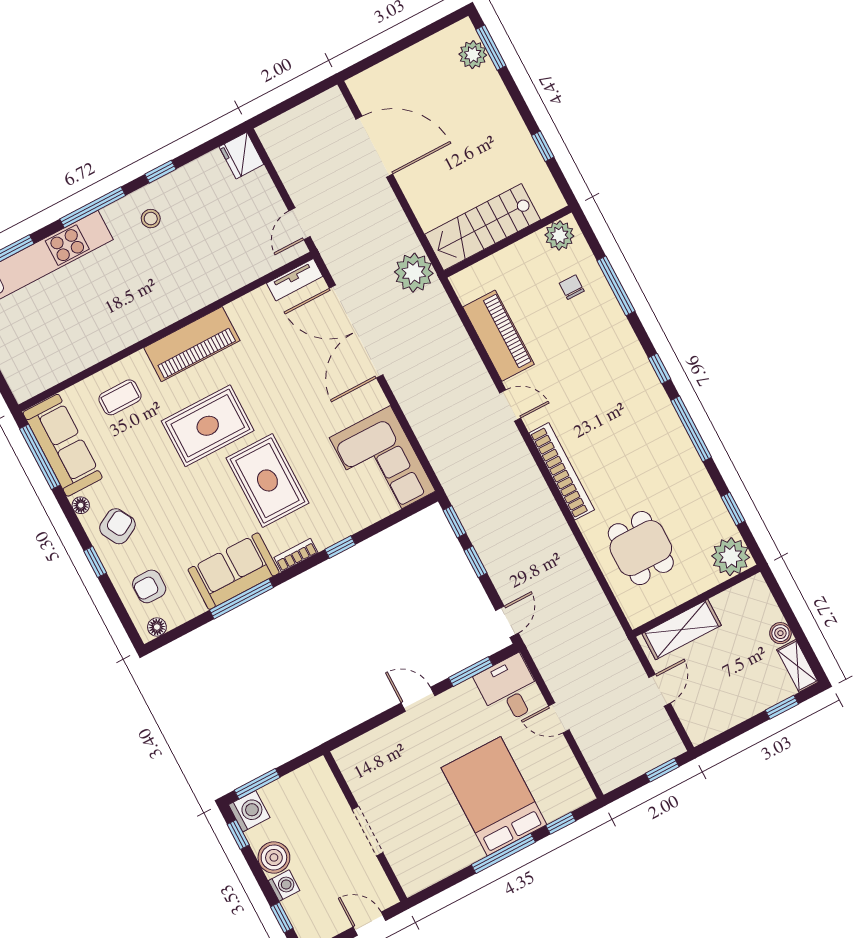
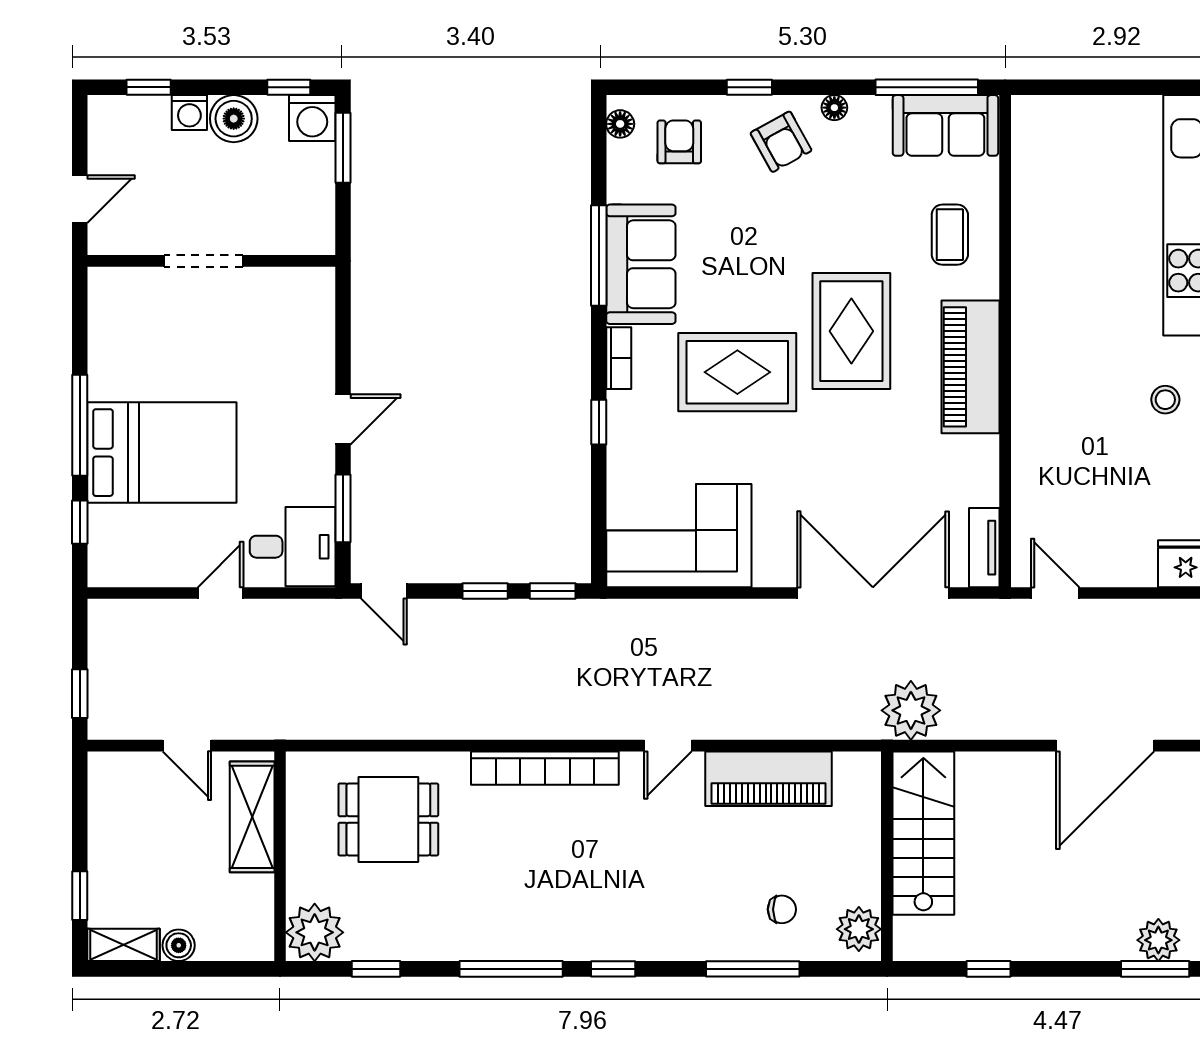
sofa: (63, 445) -> (945, 125), width x0.73

